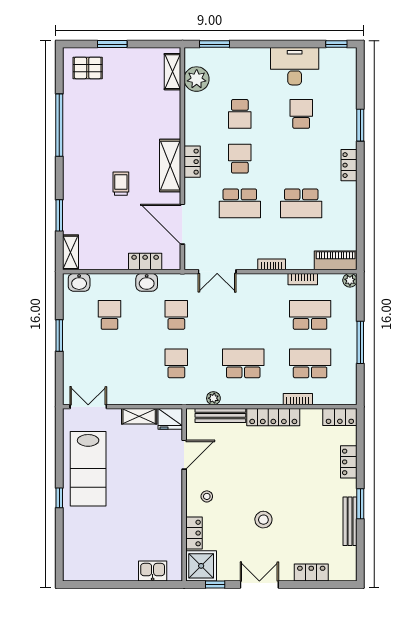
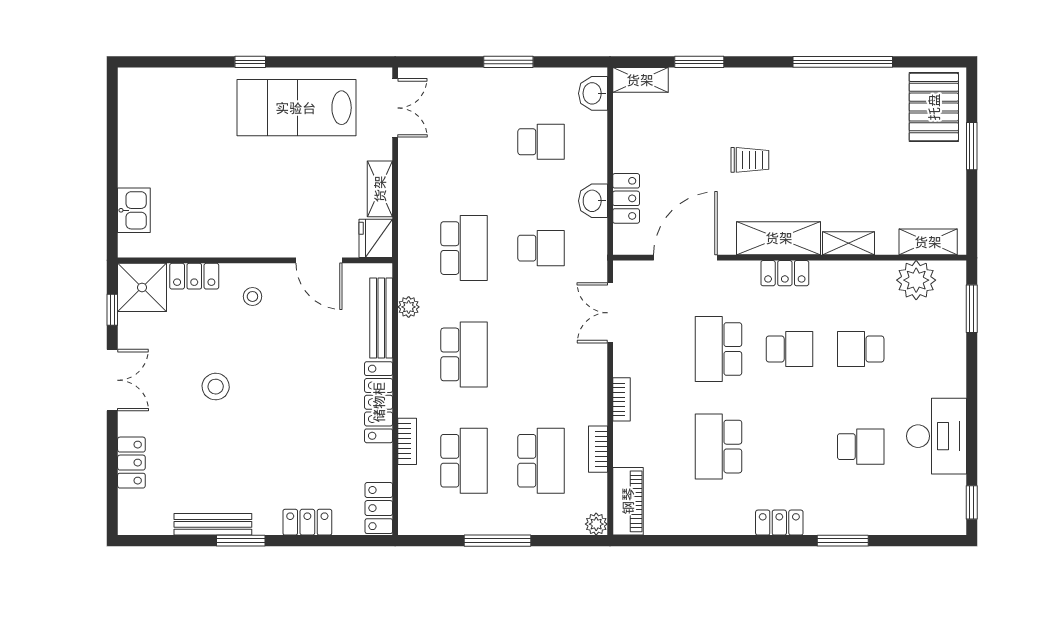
pallet: (88, 68) -> (934, 107), width x1.50, depth x1.42
shelving: (173, 122) -> (849, 243), added
school desk: (176, 363) -> (464, 248), width x1.85

